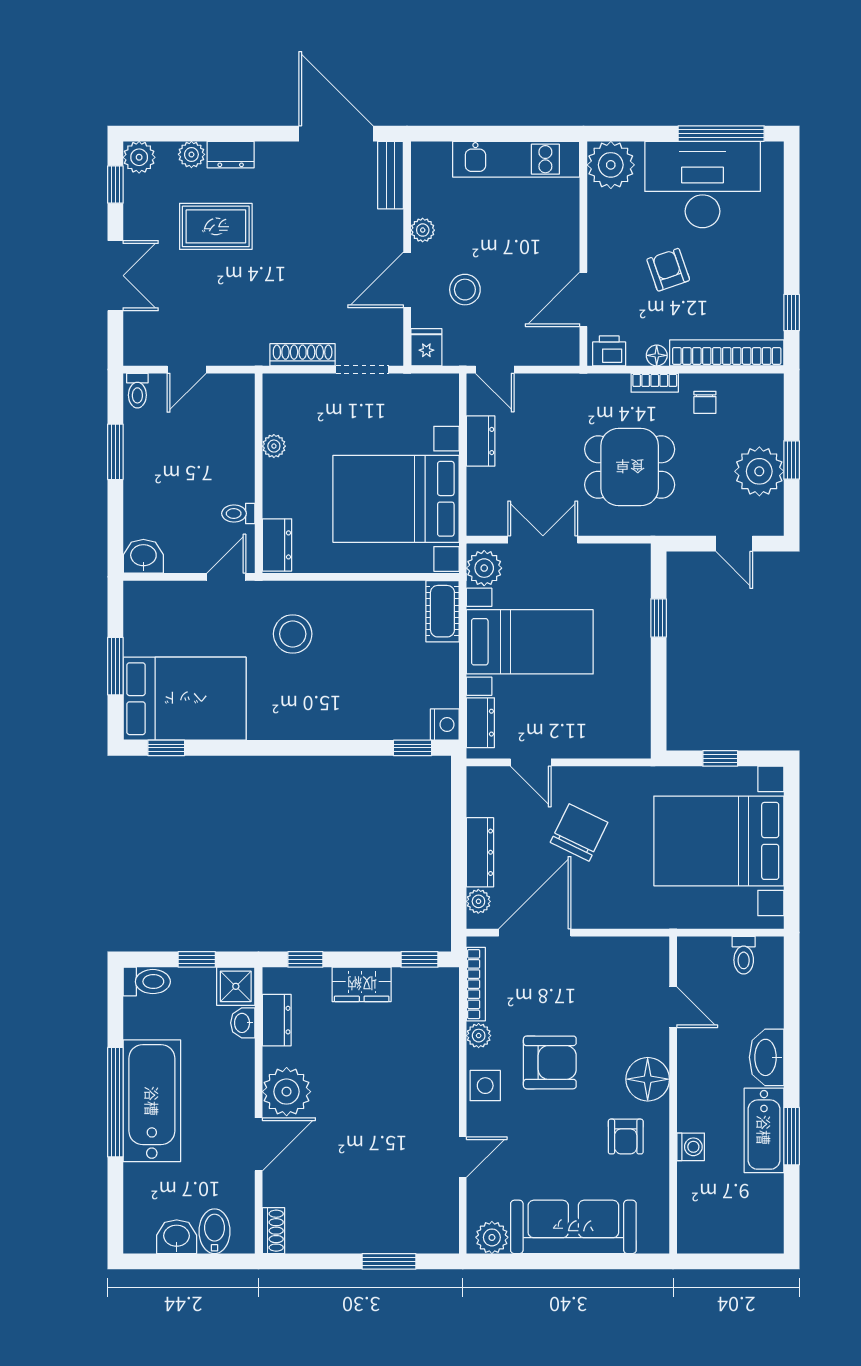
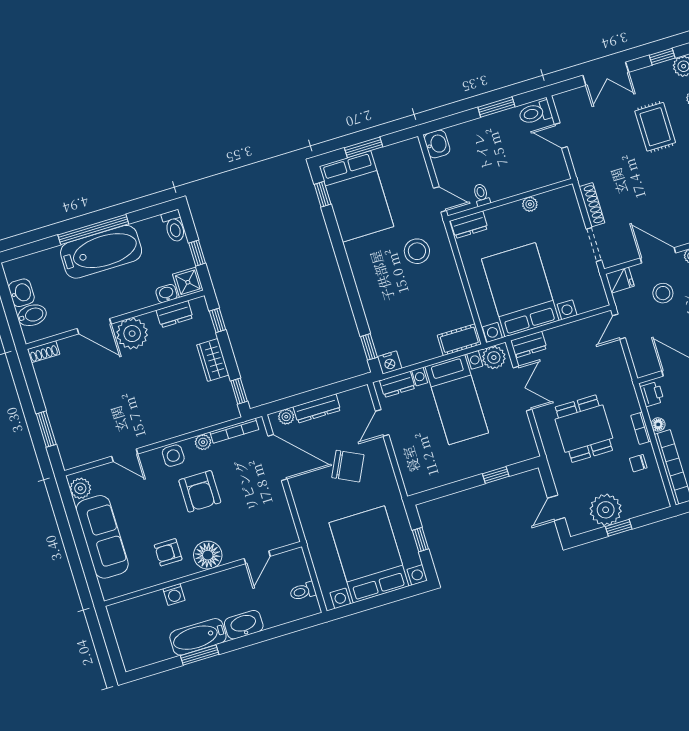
toilet: (137, 391) -> (535, 113), width x1.37, depth x1.39
dresser: (481, 441) -> (529, 345), moved

